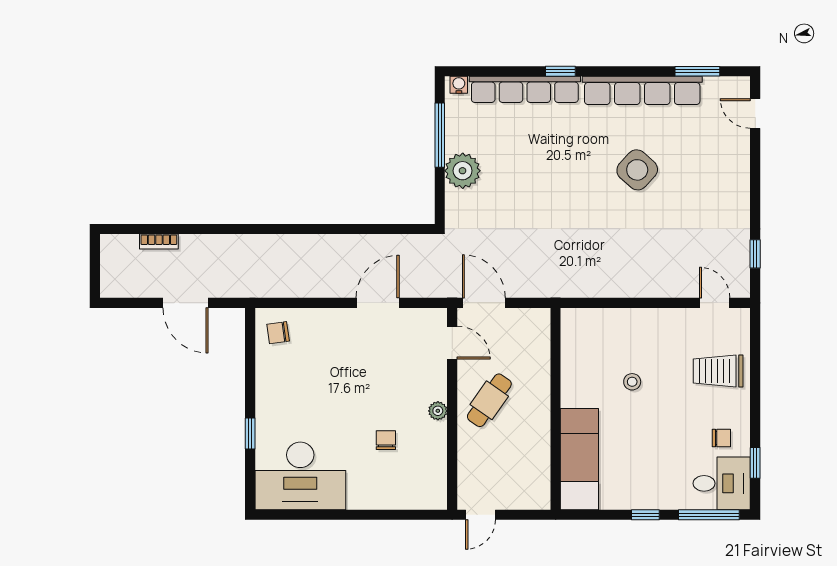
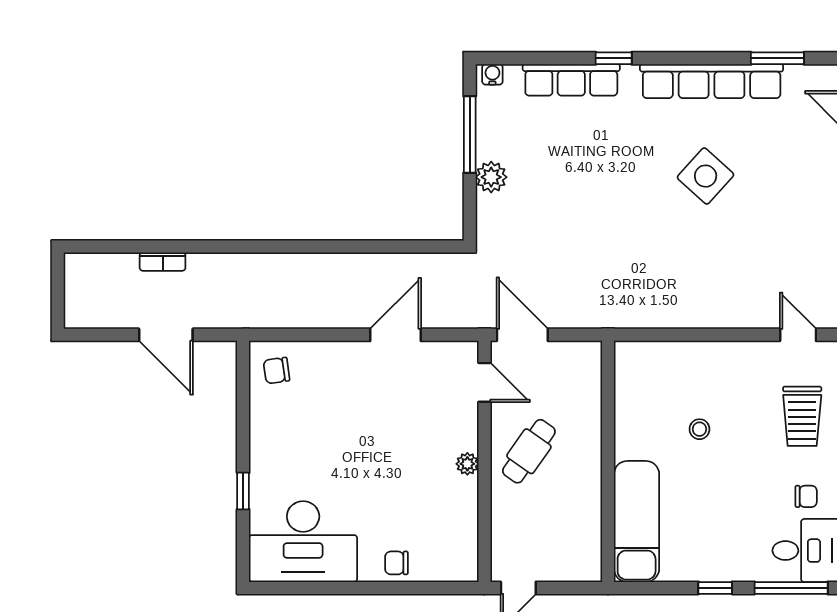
row of seats: (525, 89) -> (571, 80), width x0.73
plant: (463, 171) -> (491, 177), width x0.73, depth x0.73
bookcase: (159, 242) -> (163, 262), moved
trolley: (718, 371) -> (802, 416), turned -90
chair: (386, 440) -> (396, 563), moved, turned -90

